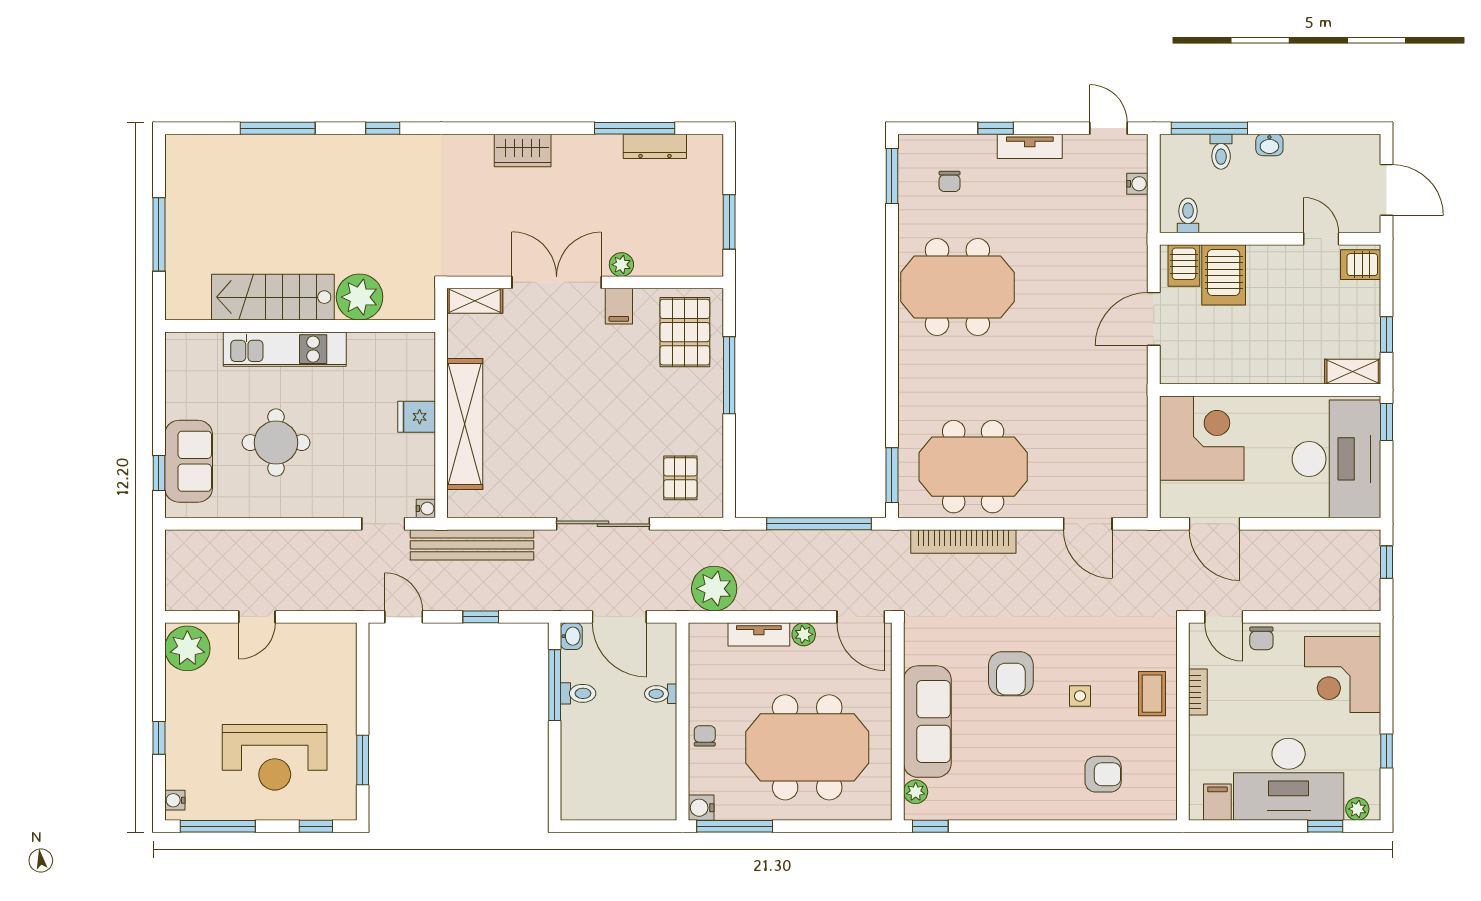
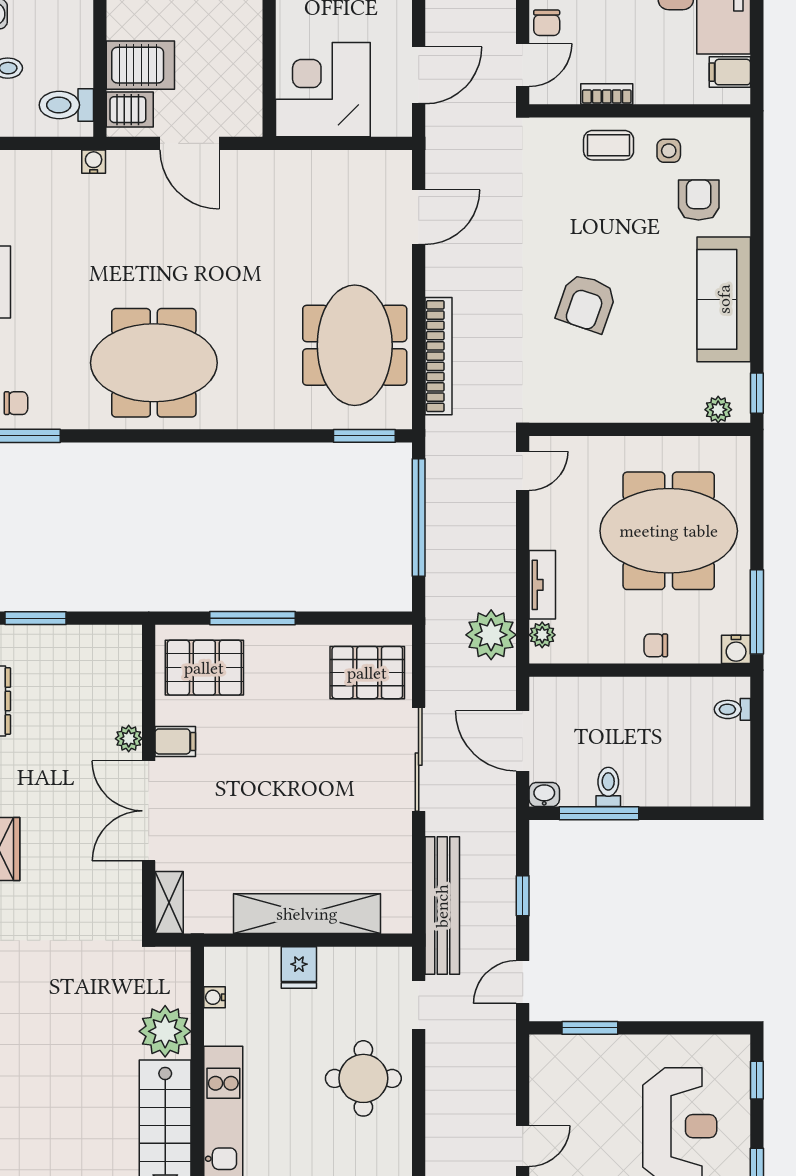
chair: (950, 181) -> (16, 403), moved
water cooler: (1137, 184) -> (94, 162), moved
toilet: (1188, 215) -> (66, 105), width x1.37, depth x1.39
window: (729, 222) -> (36, 618), moved
meeting table: (957, 287) -> (154, 363), turned 90
round table: (276, 443) -> (363, 1078), moved
pallet: (680, 478) -> (367, 673), width x1.50, depth x1.42
water cooler: (426, 509) -> (215, 997), moved, turned -90
door: (257, 617) -> (523, 1146), hinge flipped
door: (619, 617) -> (523, 741), swing flipped
door: (861, 617) -> (523, 471), width x0.73
plant: (804, 634) -> (542, 635), moved
chair: (1261, 638) -> (547, 23), turned 90
armchair: (1011, 674) -> (586, 303), turned 109
toilet: (661, 694) -> (732, 709), moved, turned 90
side table: (1080, 696) -> (669, 151), moved
sofa: (927, 722) -> (724, 299), moved, turned -90
meeting table: (807, 747) -> (669, 531), turned 90
window: (363, 760) -> (590, 1028), moved

